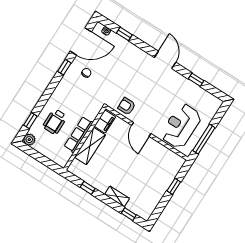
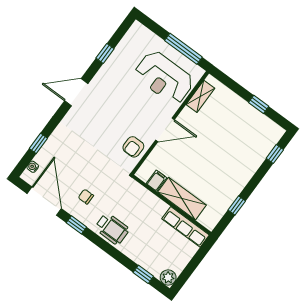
wheelchair: (55, 122) -> (112, 229), moved
filing cabinet: (105, 122) -> (157, 181), width x0.50
row of seats: (79, 135) -> (185, 227), moved
window: (174, 186) -> (259, 104), moved
shelving: (117, 196) -> (200, 96), moved

